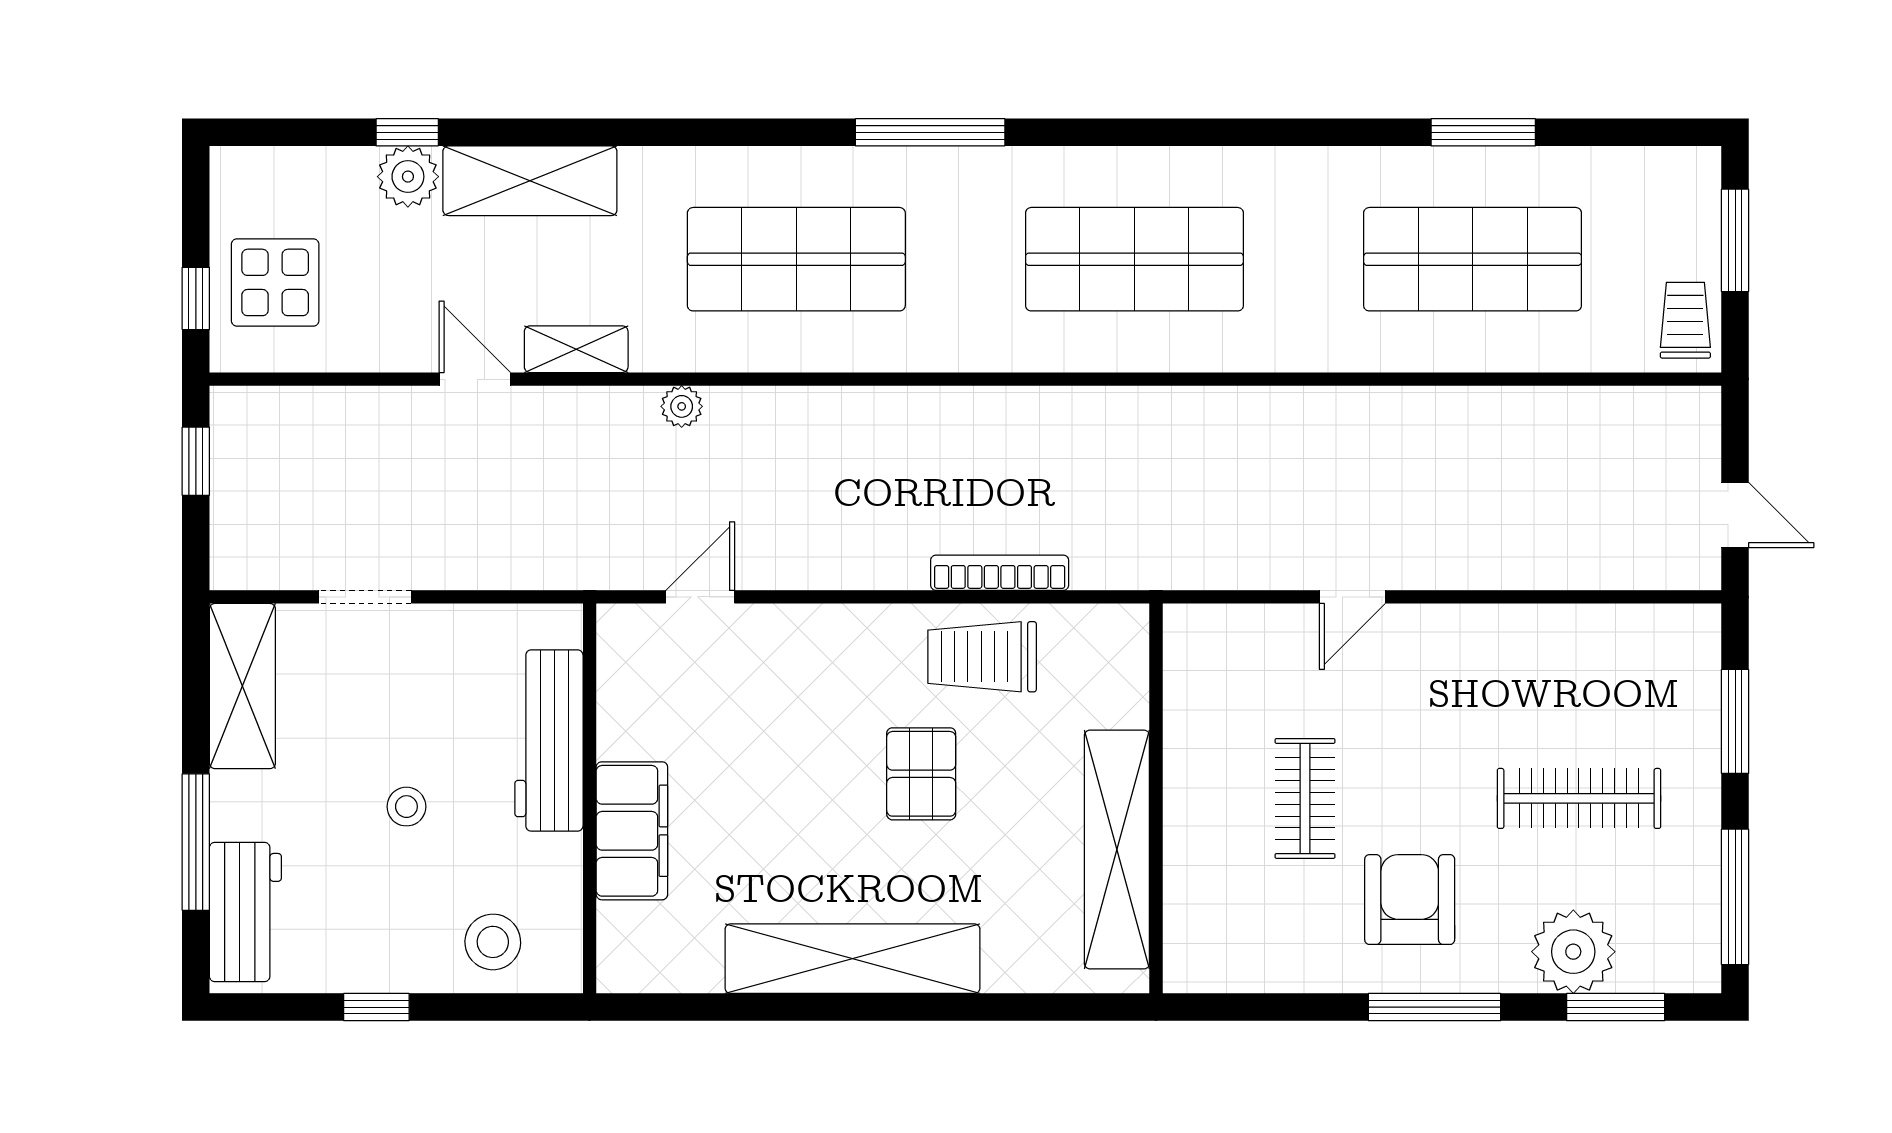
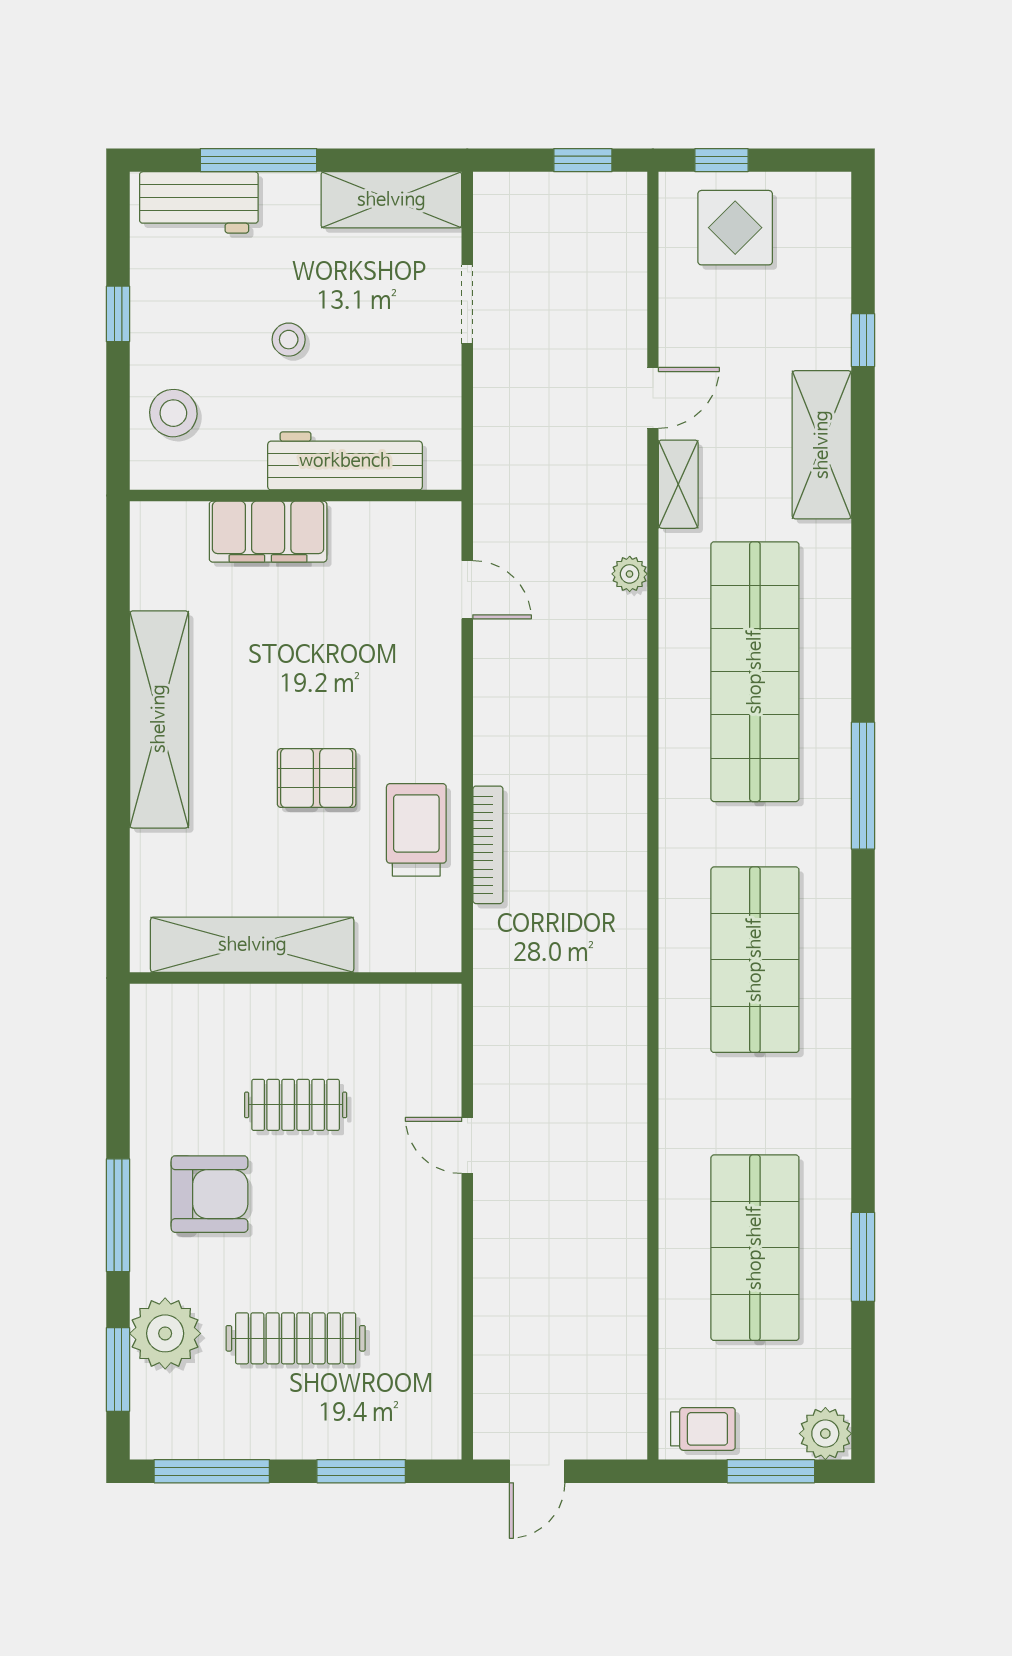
plant: (408, 177) -> (825, 1434), moved
shop shelf: (796, 259) -> (755, 672), width x1.40
clothes rail: (1579, 798) -> (296, 1338), turned 90

